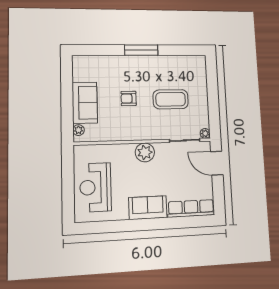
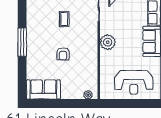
coffee table: (171, 99) -> (64, 19), width x0.54, depth x0.58
sofa: (85, 103) -> (43, 89), moved

